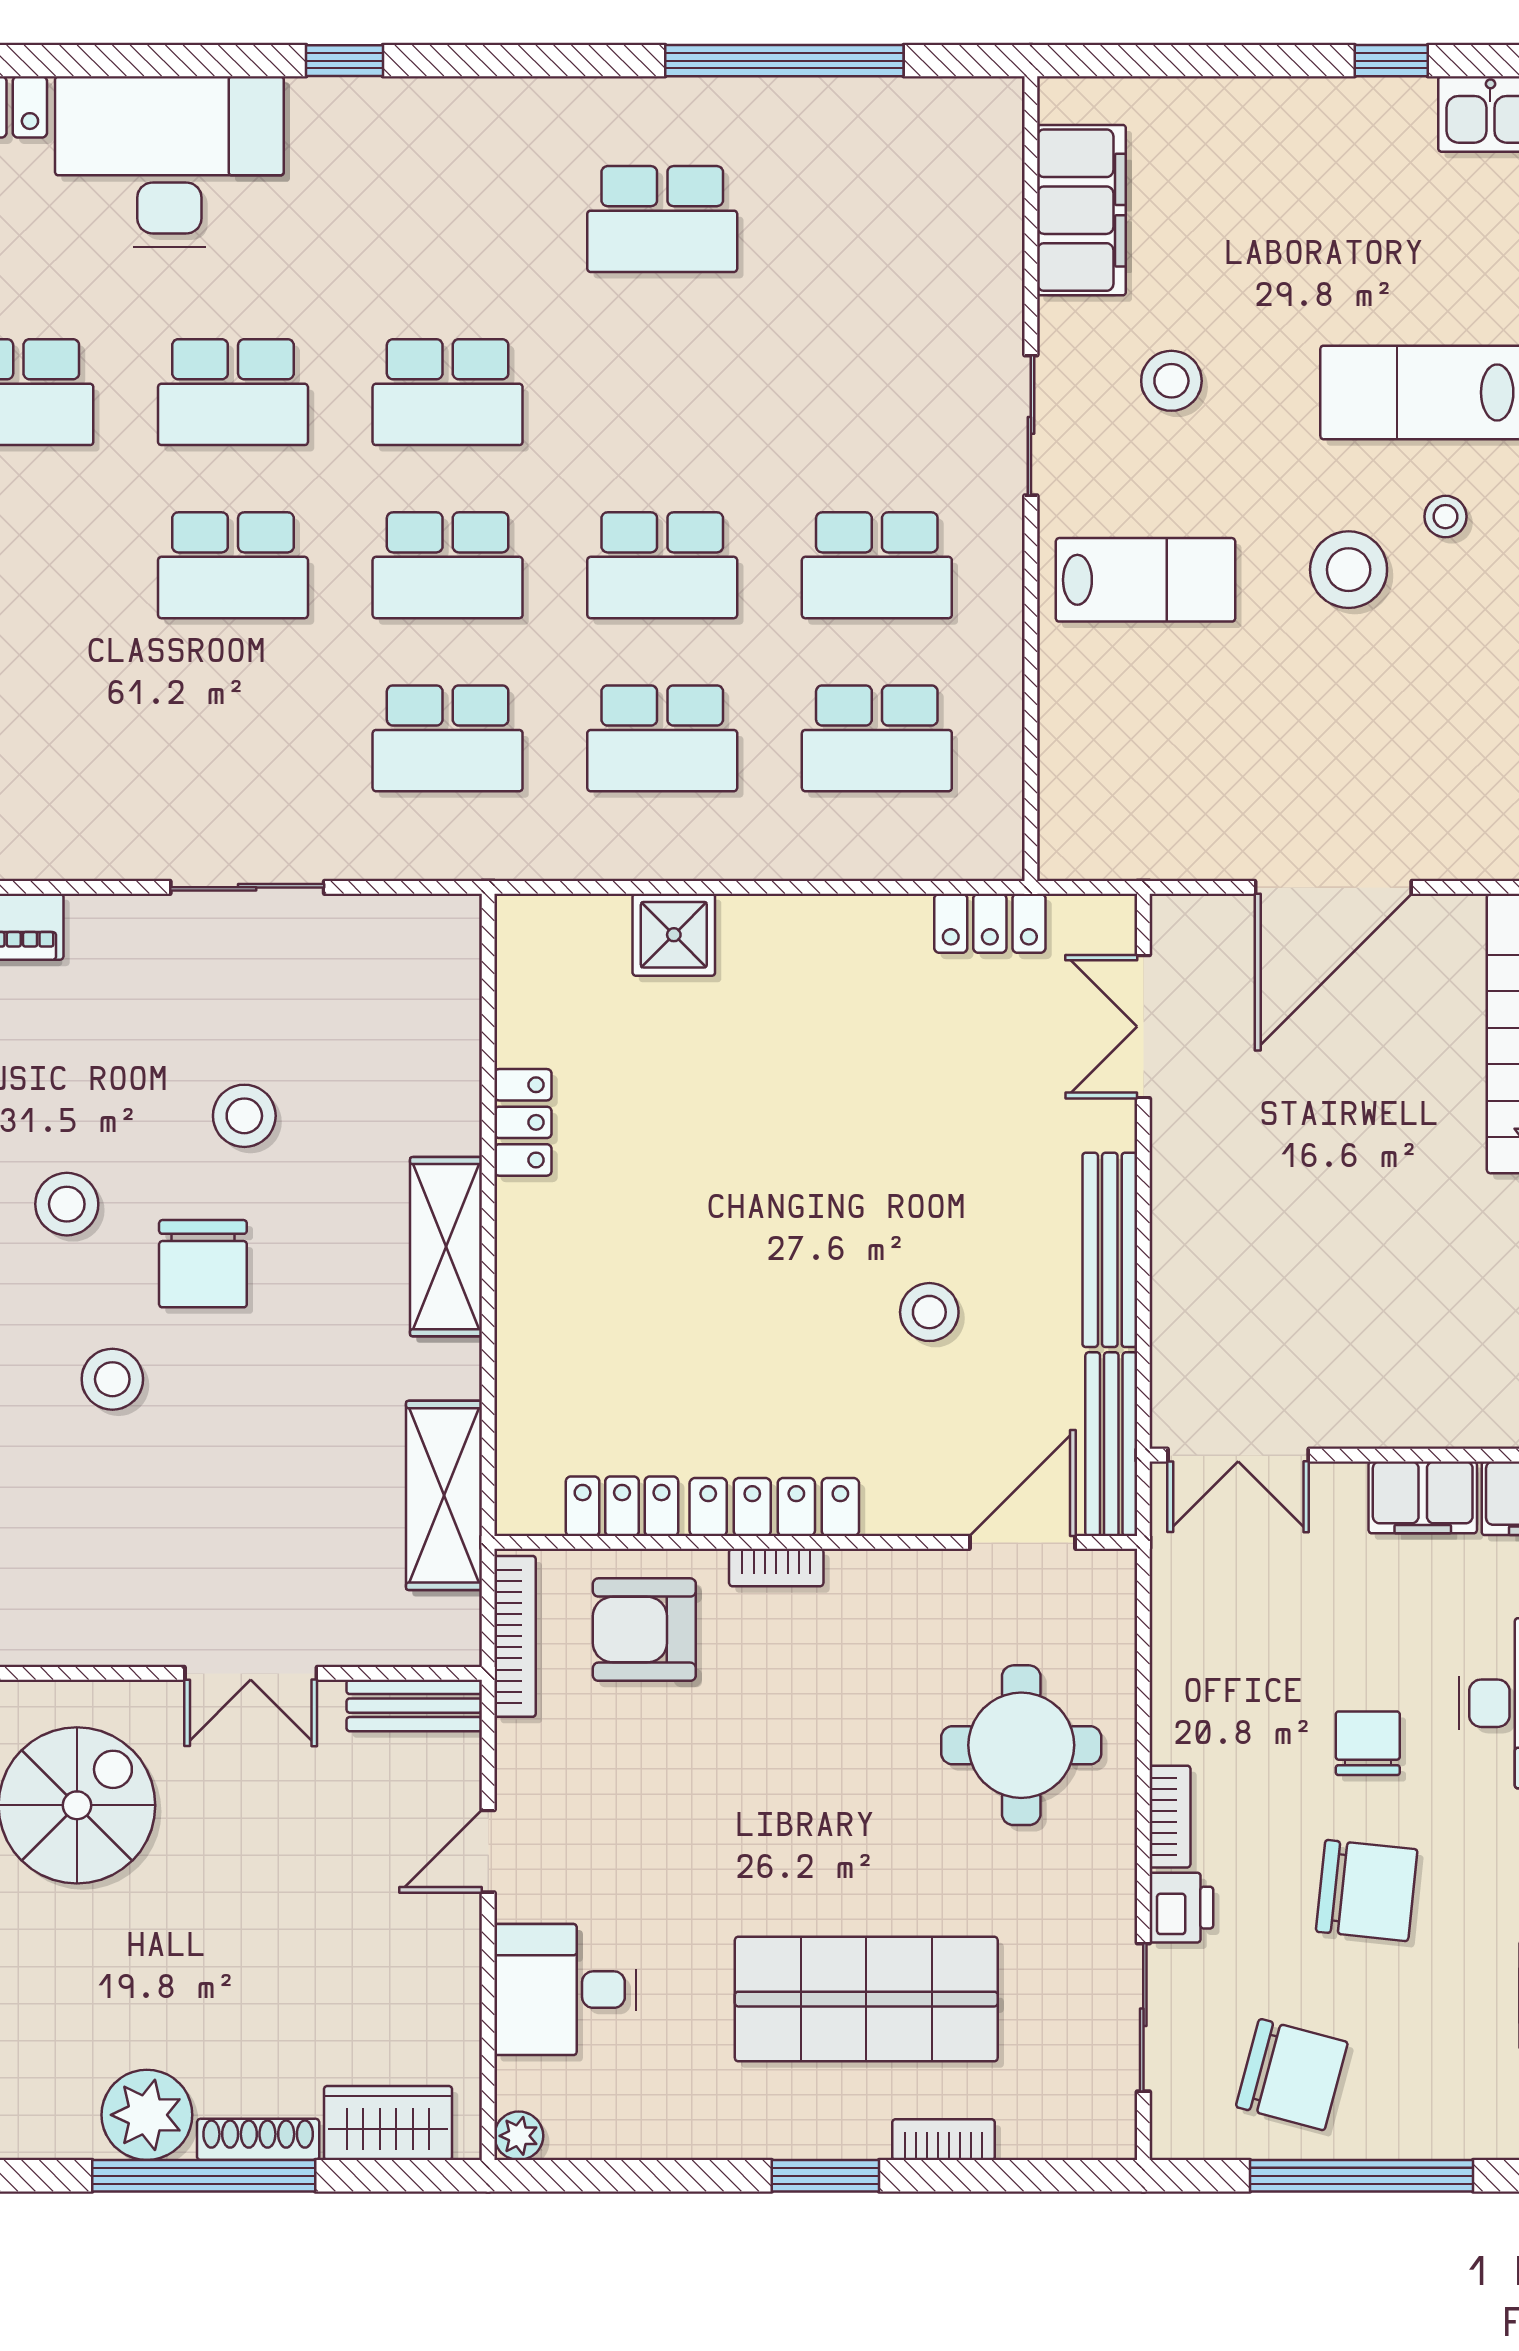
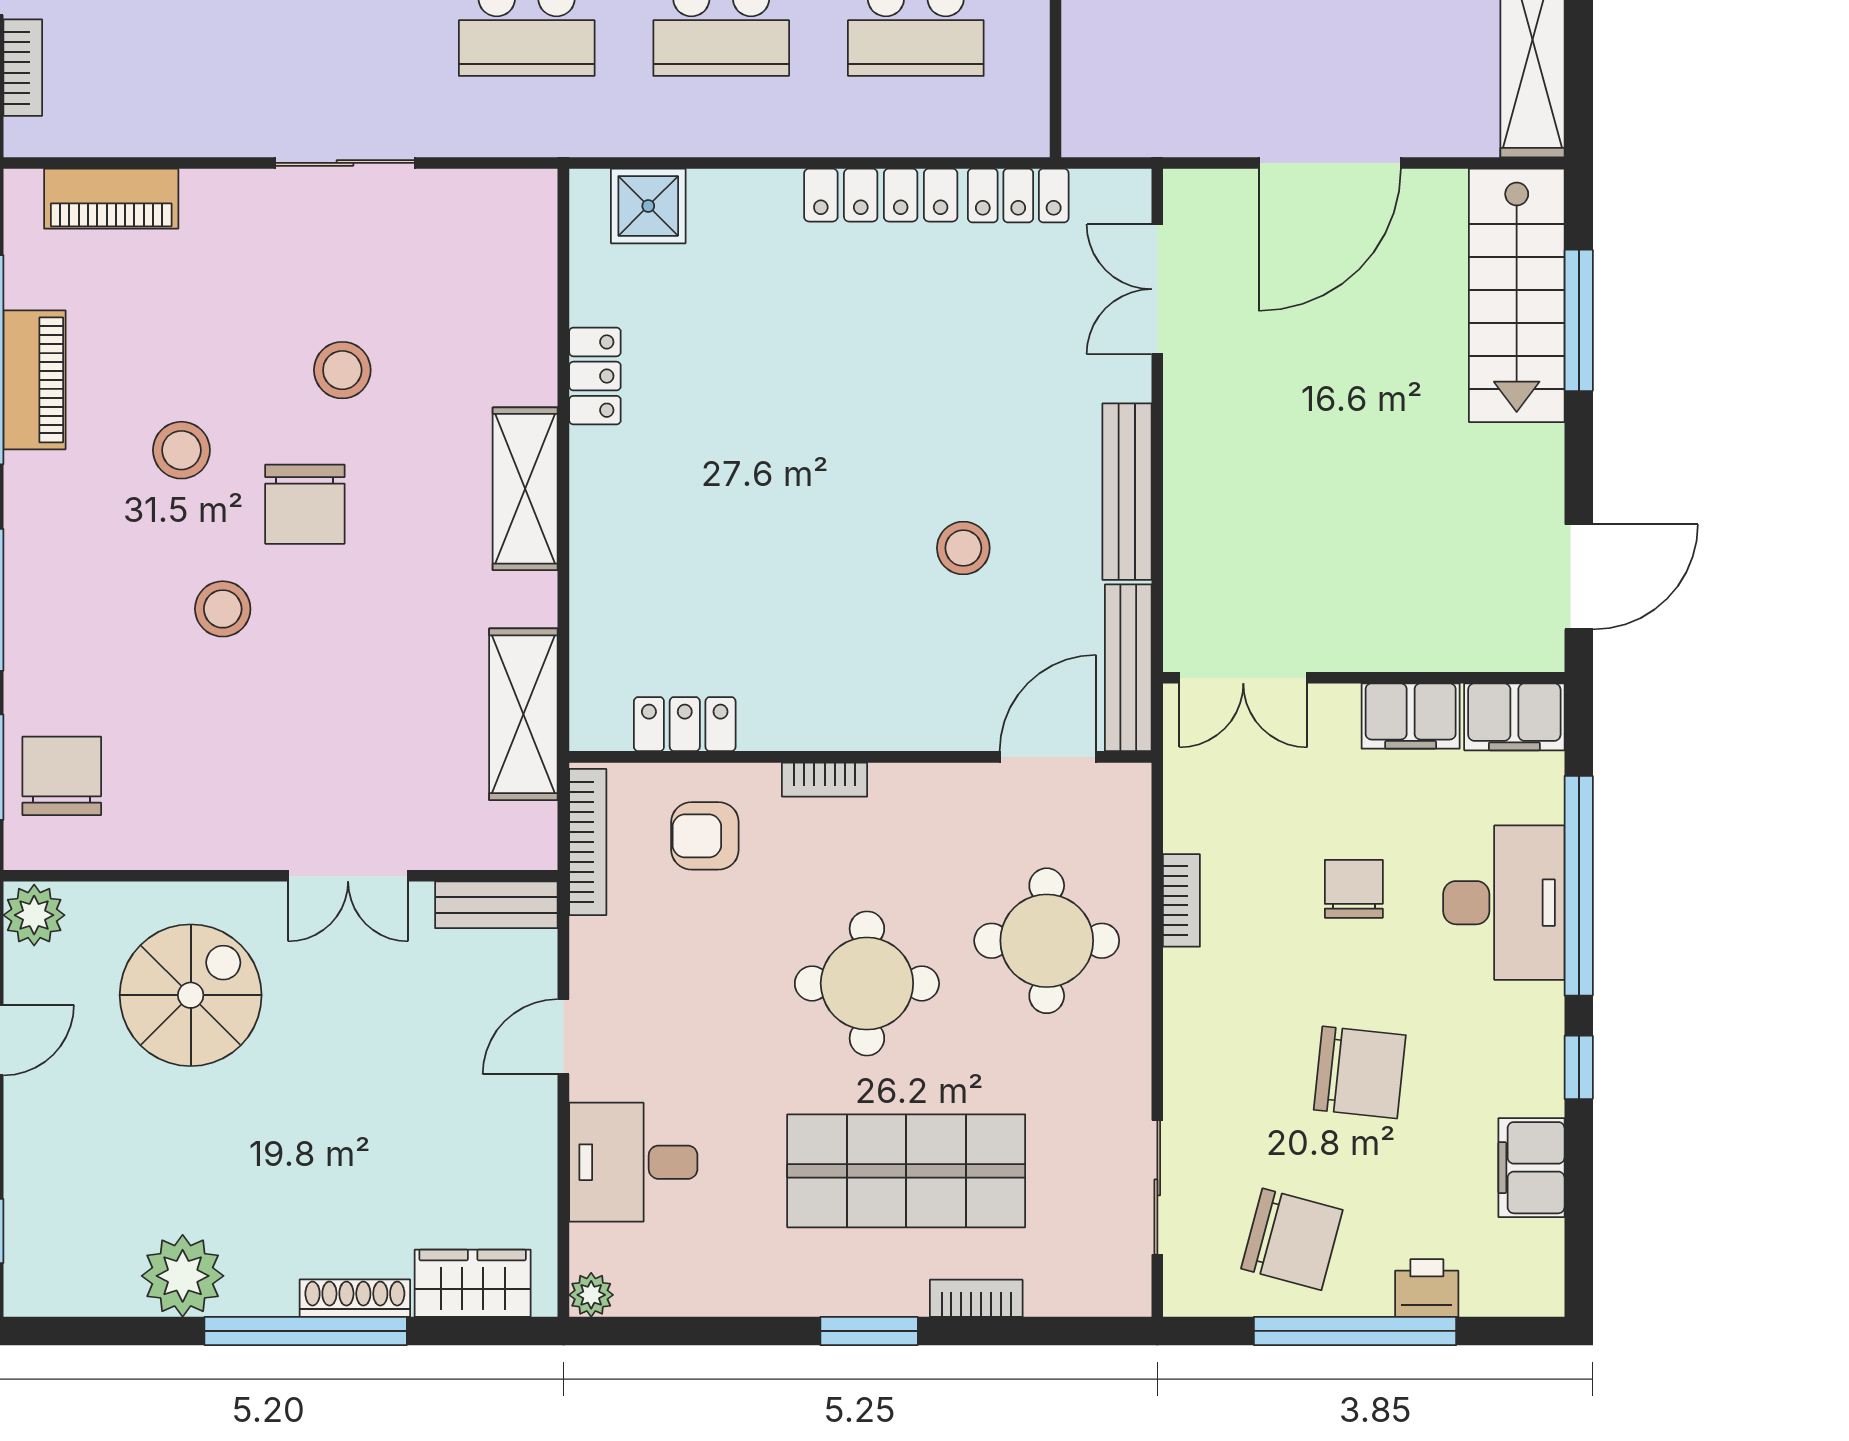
shower: (674, 935) -> (648, 206), moved
locker: (774, 1507) -> (881, 195), moved, turned 180
armchair: (644, 1630) -> (705, 836), width x0.72, depth x0.72
chair: (1368, 1743) -> (1354, 889), moved
round table: (823, 1792) -> (867, 983), added
bookcase: (1170, 1817) -> (1181, 900), moved
printer: (1181, 1908) -> (1427, 1288), moved, turned -90
plant: (147, 2115) -> (183, 1276), moved

